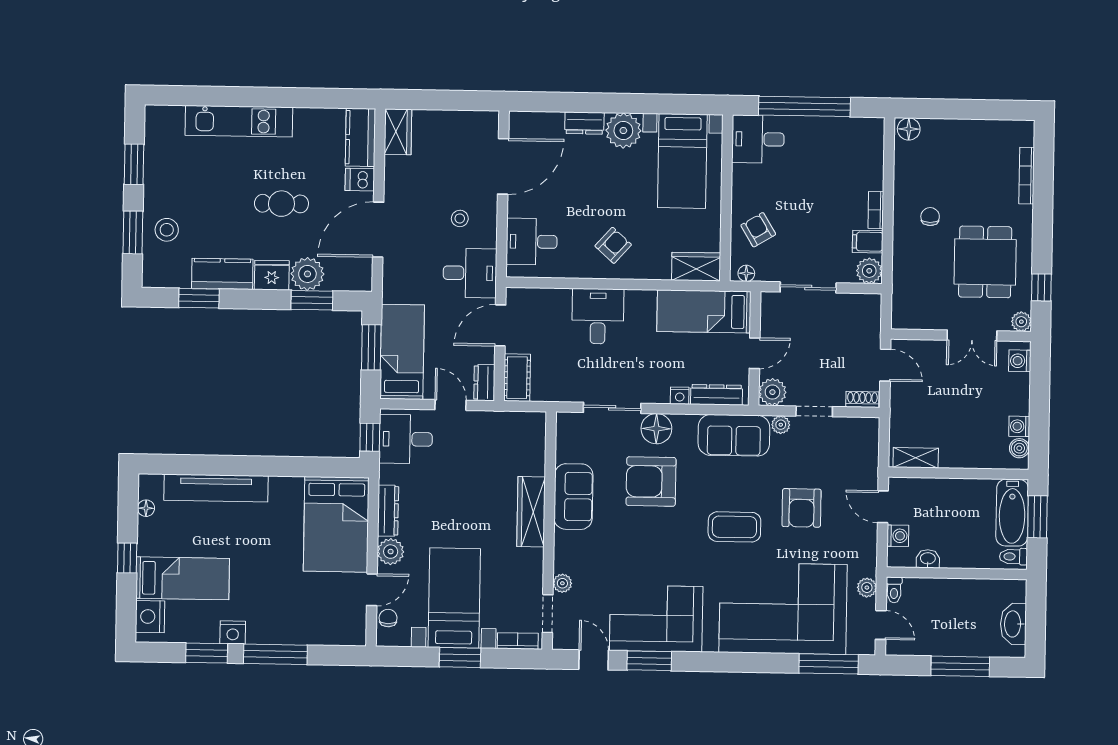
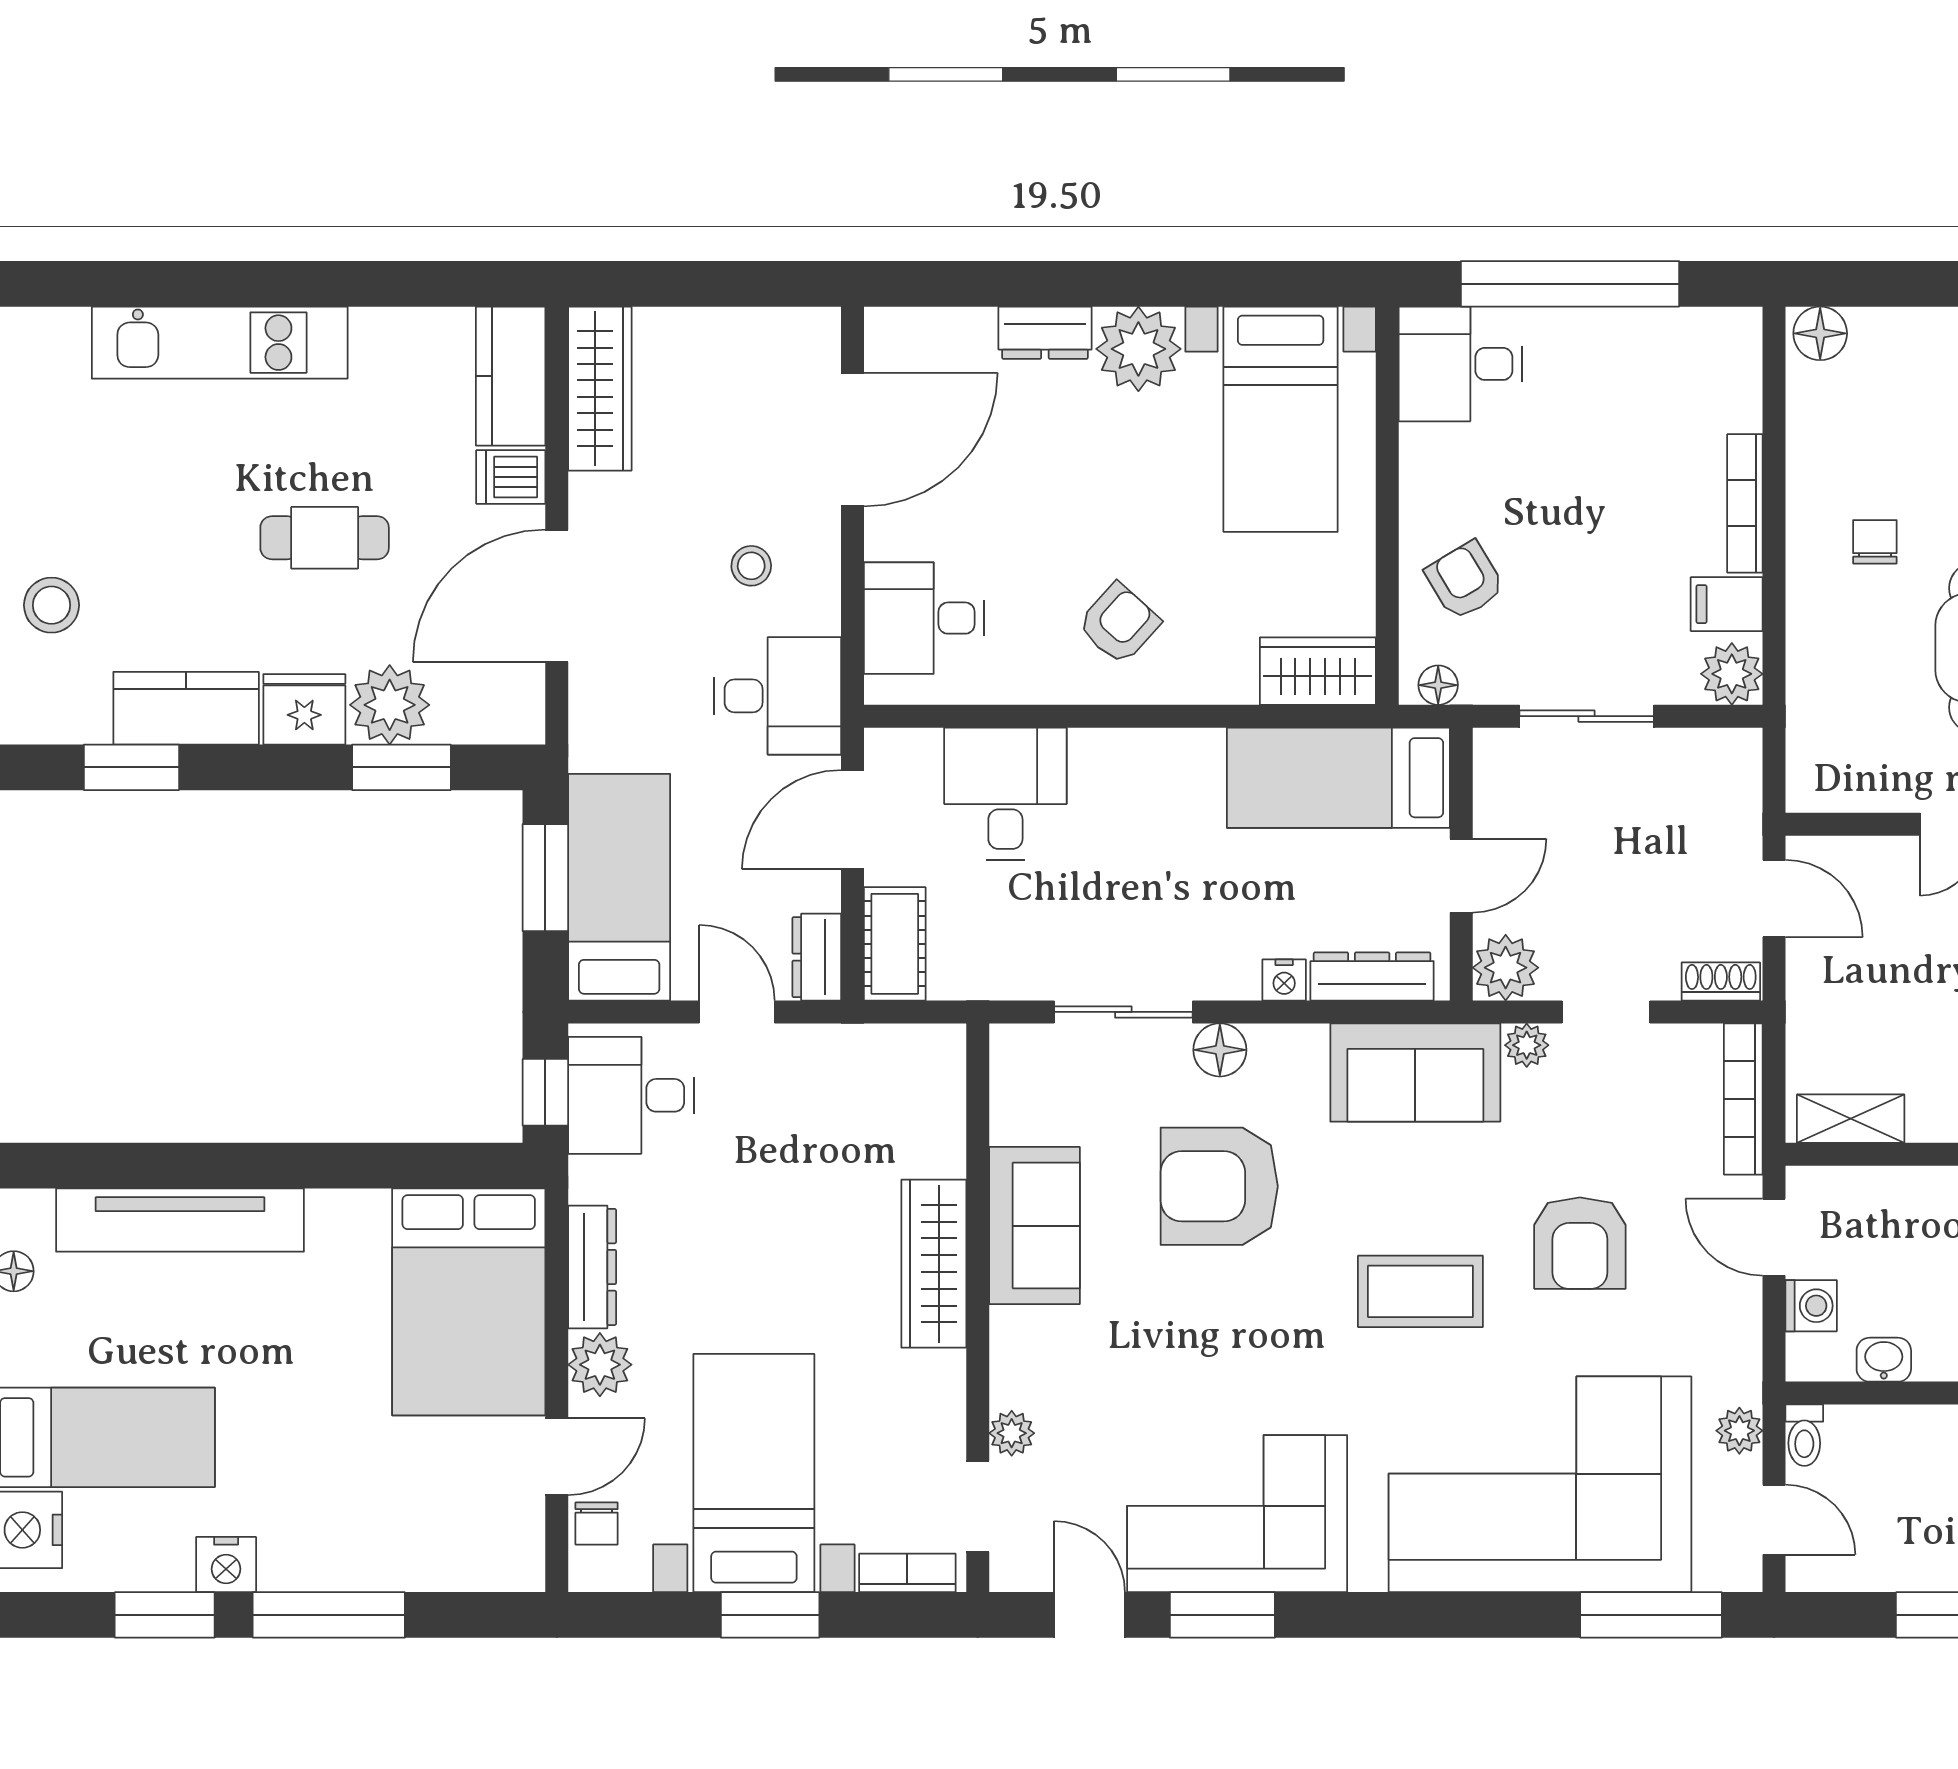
wardrobe: (398, 132) -> (600, 389), width x1.50
bookcase: (876, 210) -> (1745, 503), width x1.56
desk: (598, 316) -> (1005, 794), moved
floor lamp: (656, 429) -> (1220, 1050), width x0.73, depth x0.73
bookcase: (871, 449) -> (1743, 1099), added
chair: (388, 618) -> (597, 1524), turned 180

